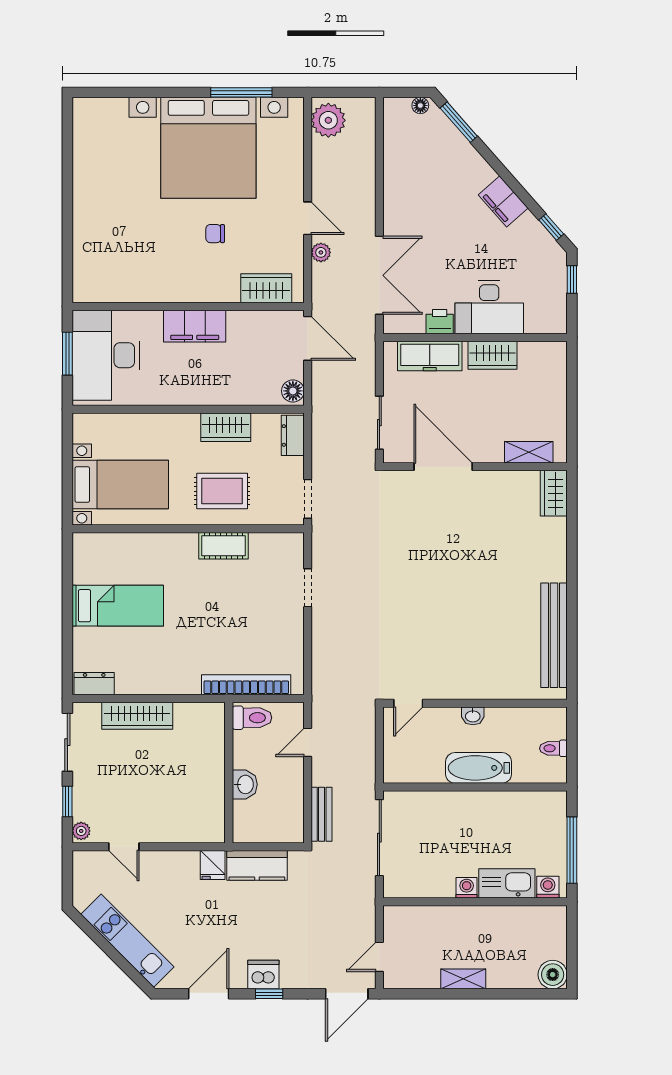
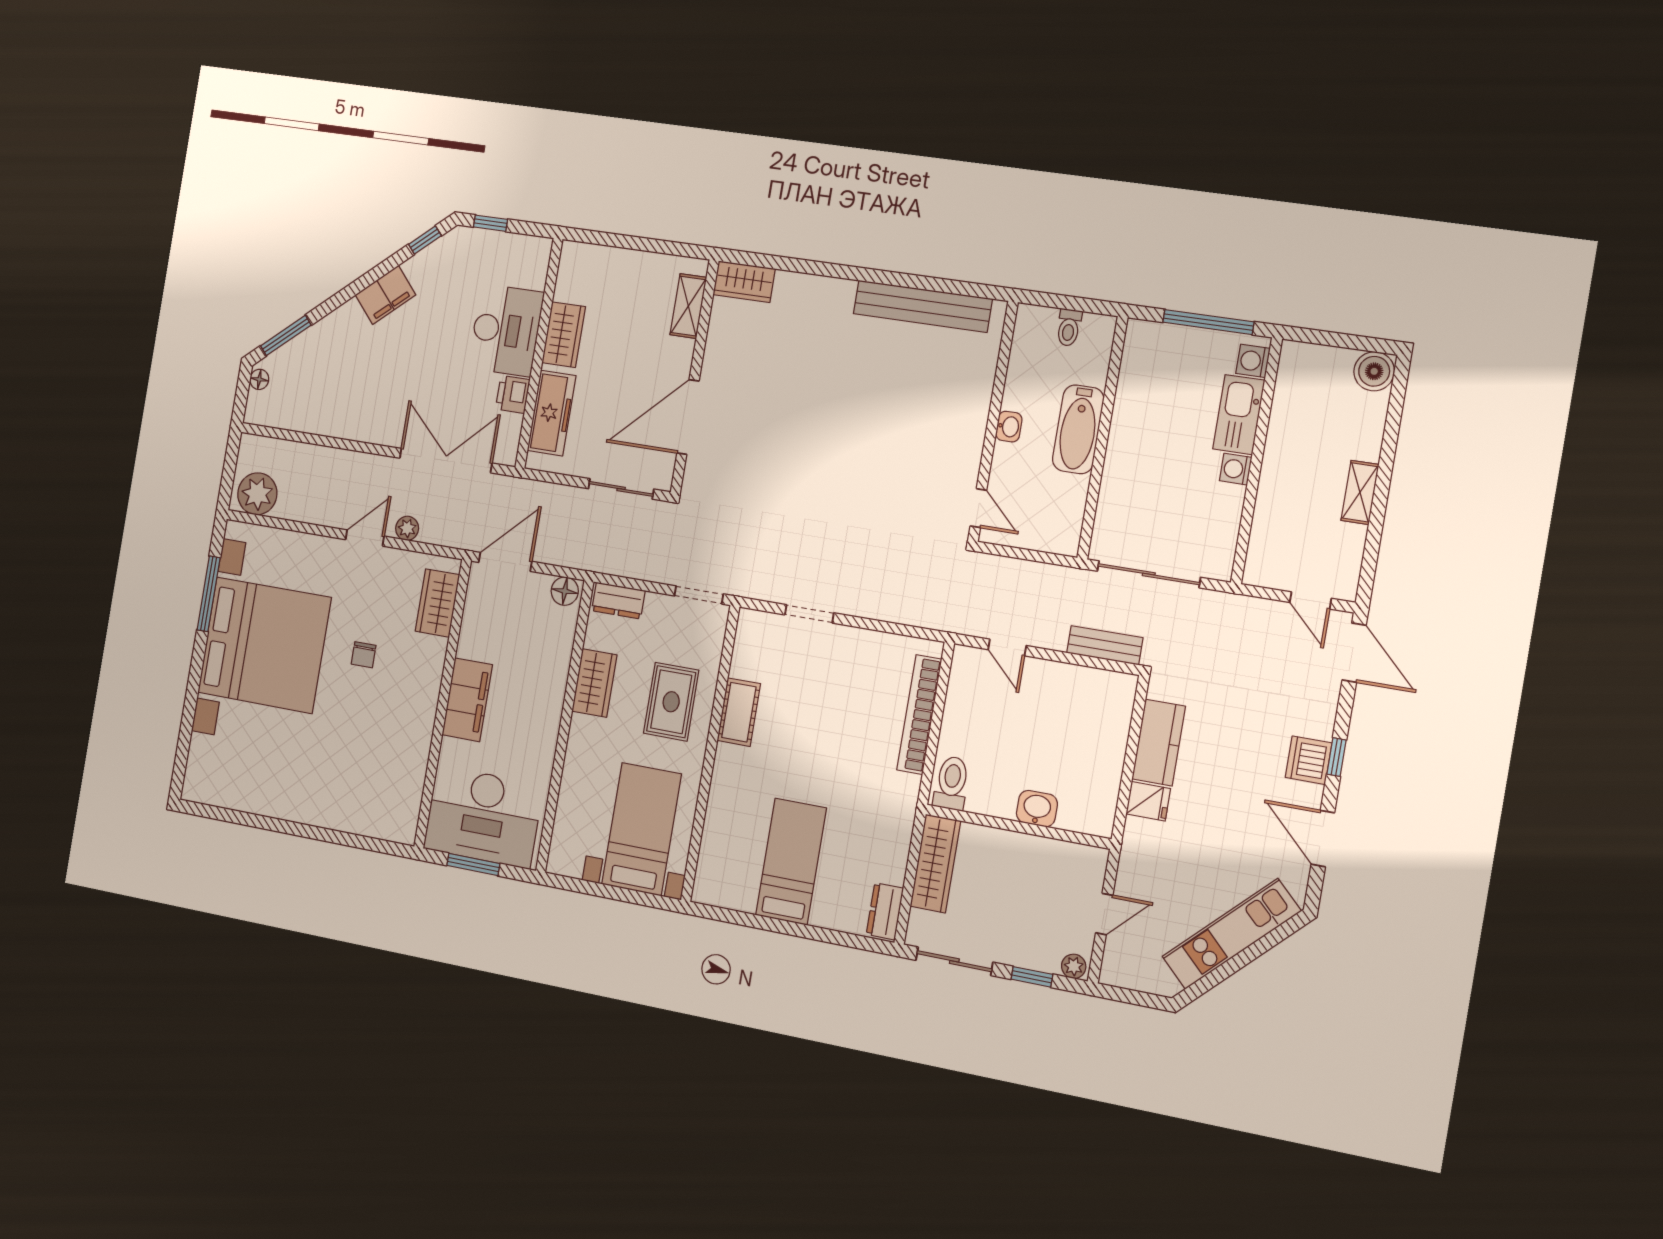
toilet: (252, 718) -> (952, 783), moved
wall: (229, 773) -> (1018, 827), moved
washbasin: (245, 784) -> (1037, 809), moved

